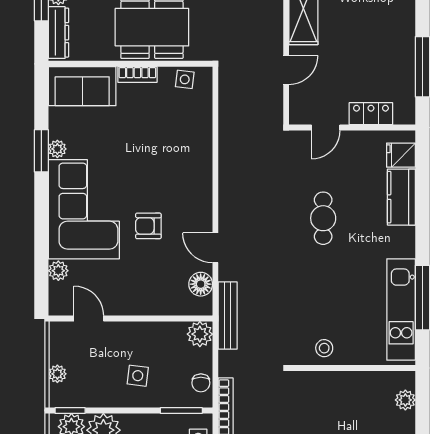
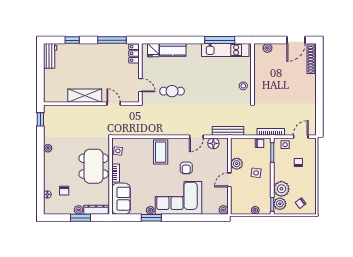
locker: (371, 114) -> (134, 53), moved
coffee table: (182, 171) -> (161, 152), added
cafe table: (323, 218) -> (172, 91), moved
plant: (58, 271) -> (223, 210), moved
door: (89, 318) -> (229, 180), moved
plant: (200, 334) -> (237, 164), moved

